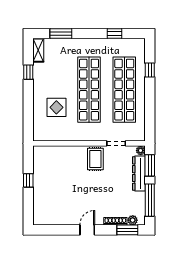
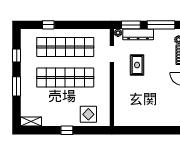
window: (61, 34) -> (17, 86), moved
window: (28, 72) -> (67, 130), moved
display table: (56, 107) -> (88, 114), moved
rug: (95, 159) -> (137, 65), moved, turned 90
window: (28, 180) -> (144, 130), removed

